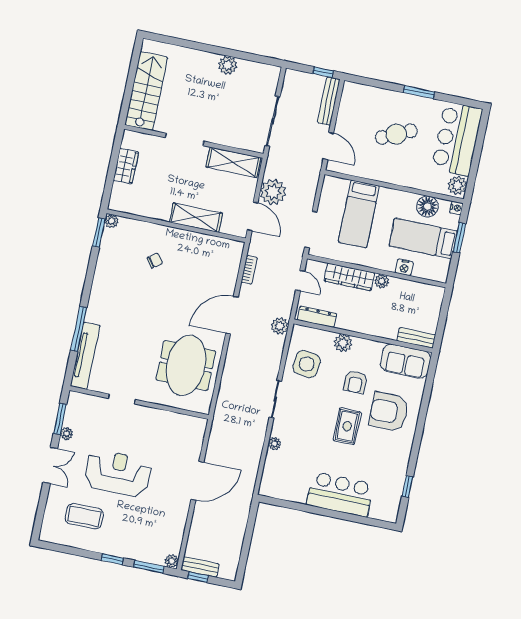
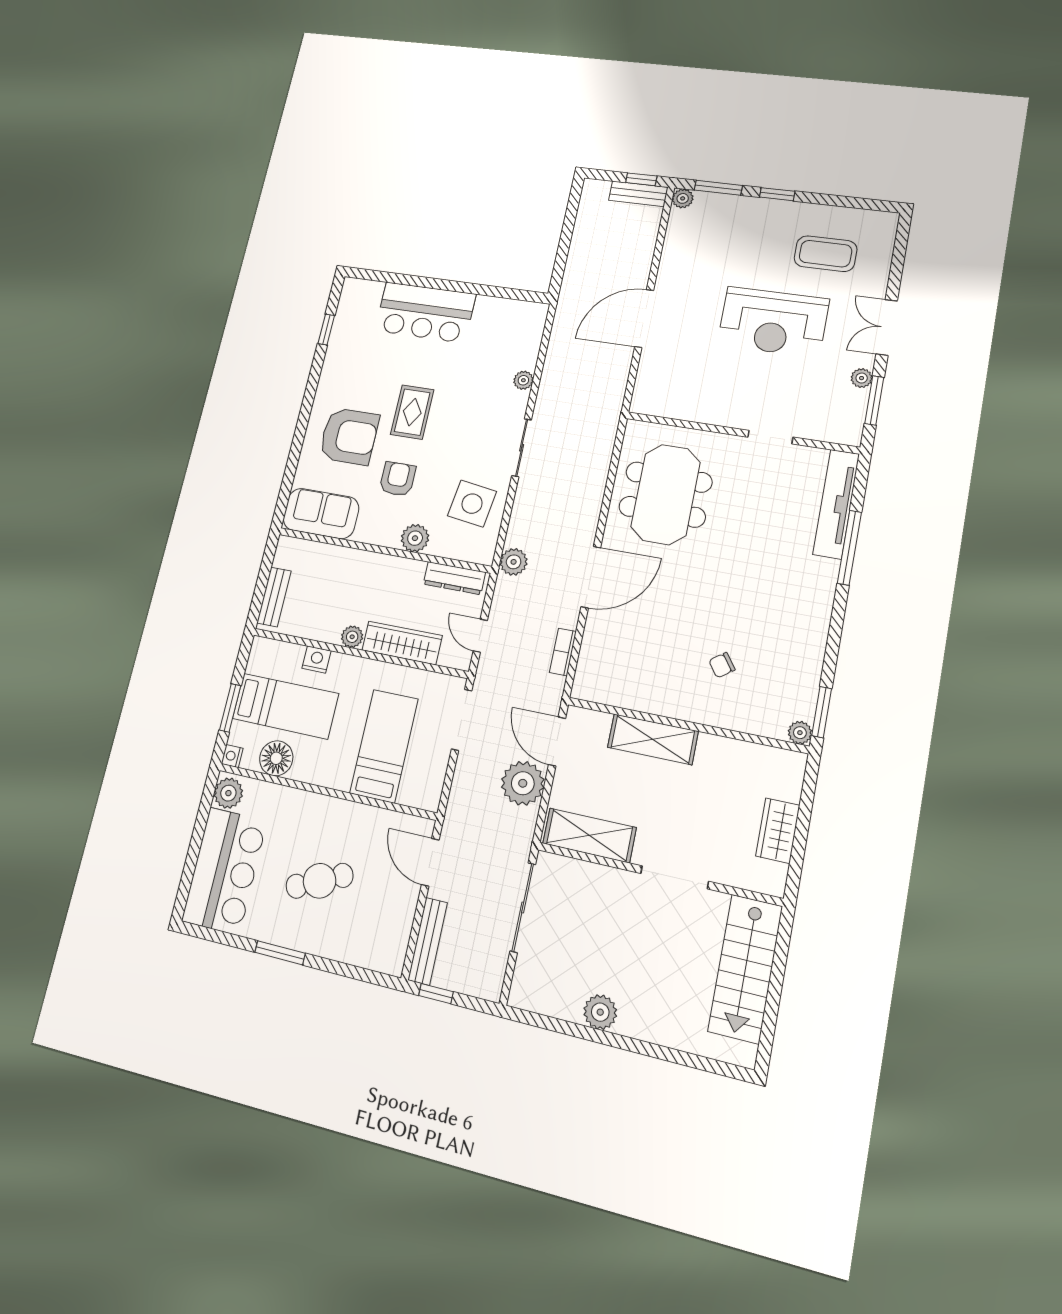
bench: (416, 338) -> (274, 597), moved, turned 90

